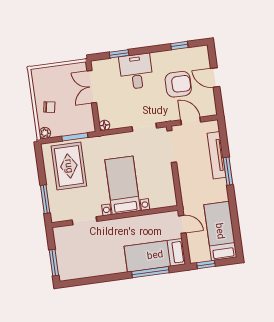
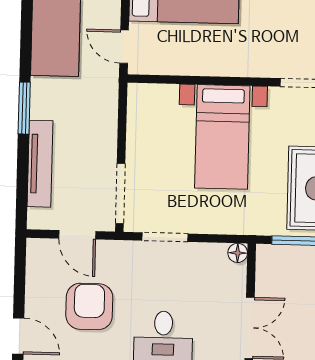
door: (215, 77) -> (18, 336), moved
armchair: (178, 84) -> (89, 306), turned 90
window: (228, 171) -> (24, 108), moved

